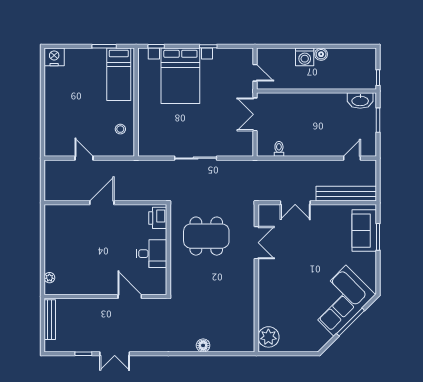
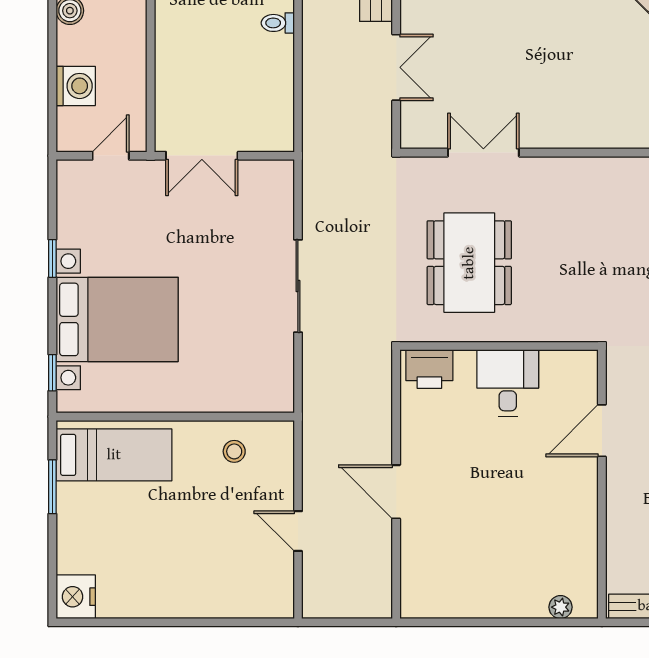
washing machine: (305, 57) -> (76, 86), moved
toilet: (279, 149) -> (278, 23), moved
door: (84, 158) -> (298, 531), hinge flipped

